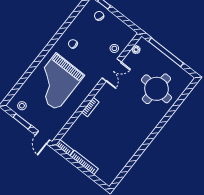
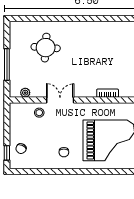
window: (166, 52) -> (7, 64), width x0.68
round table: (156, 89) -> (46, 48), width x0.73, depth x0.73

